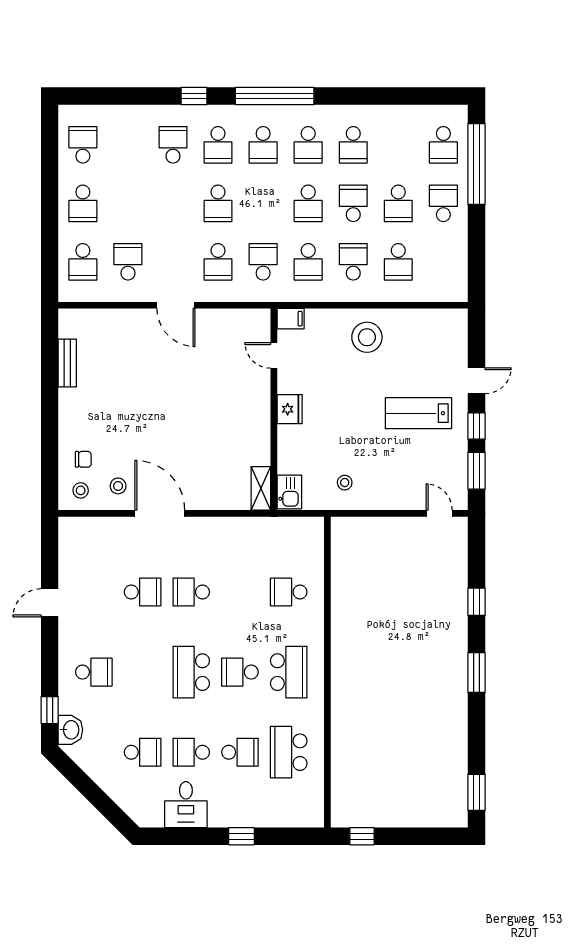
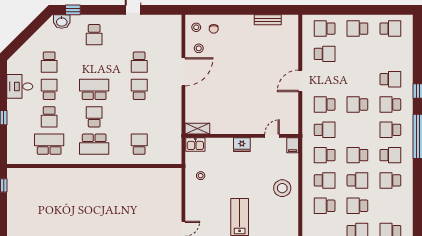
school desk: (308, 145) -> (390, 155), turned 180

